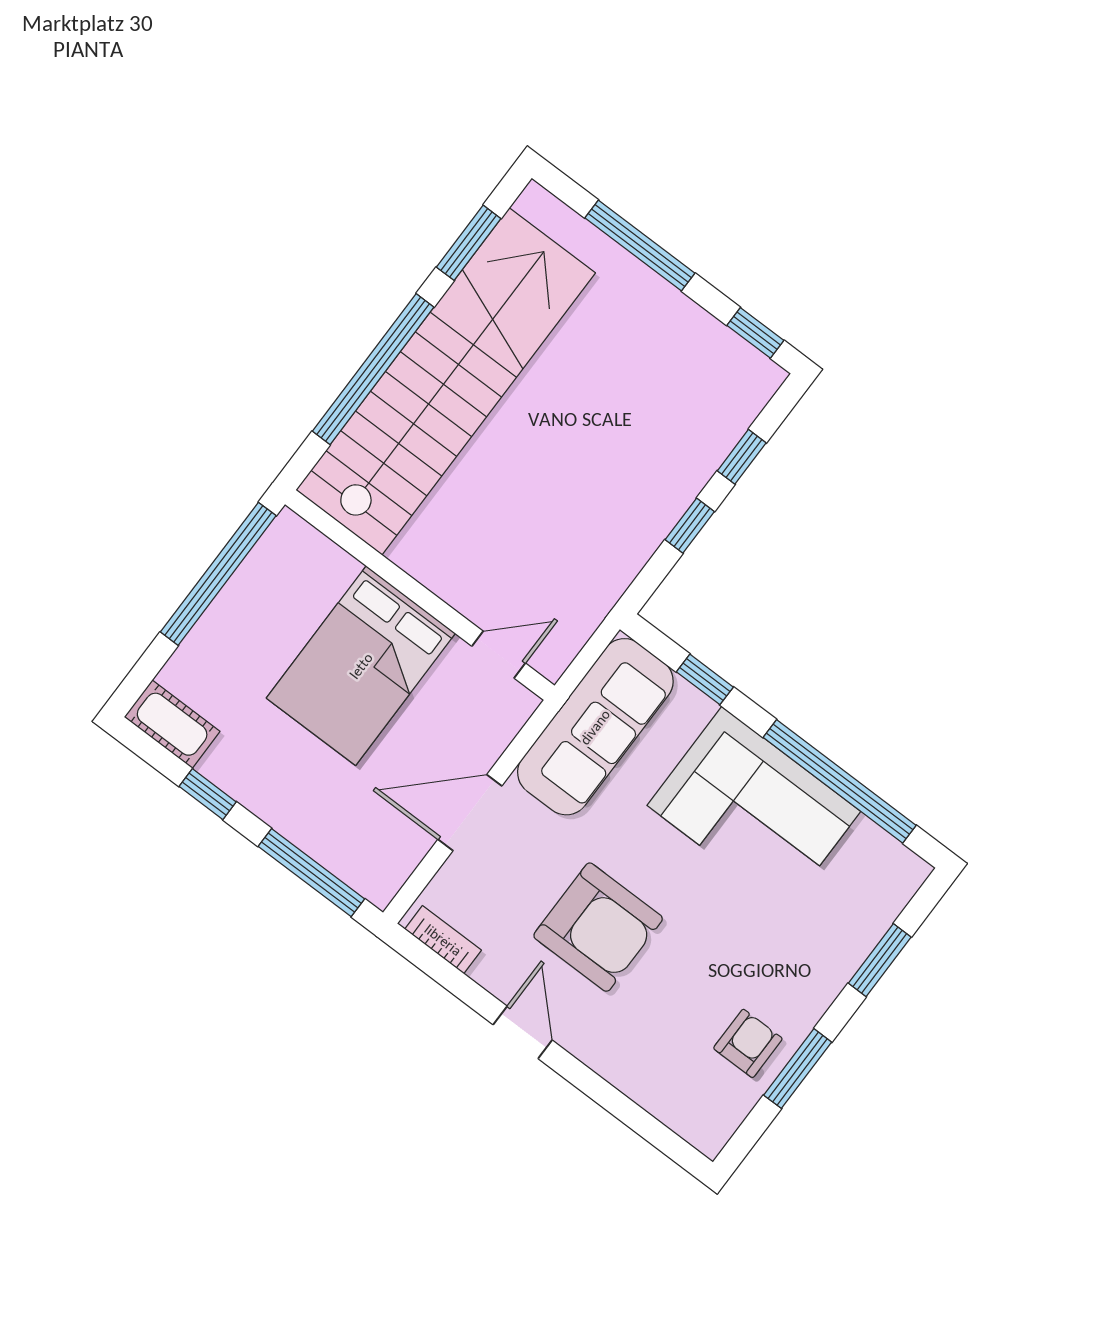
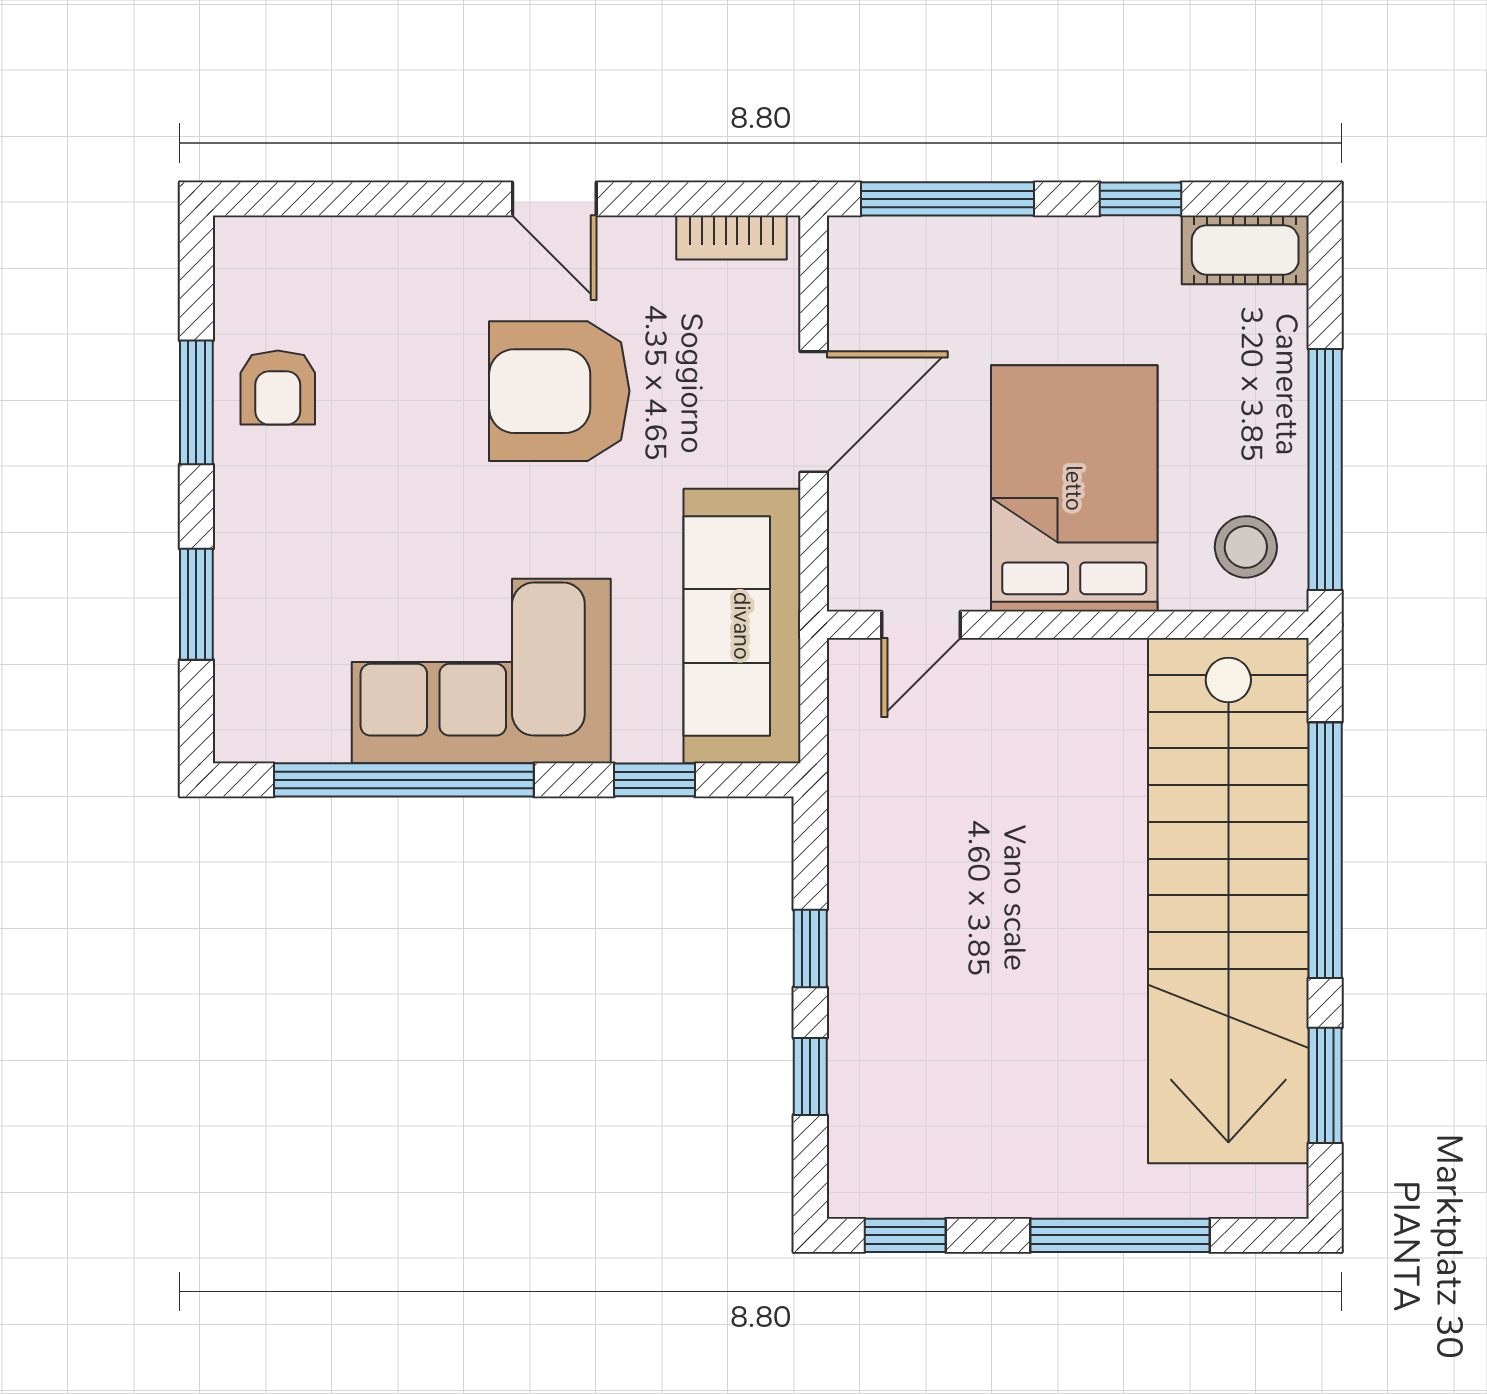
stool: (292, 564) -> (1246, 547), added

